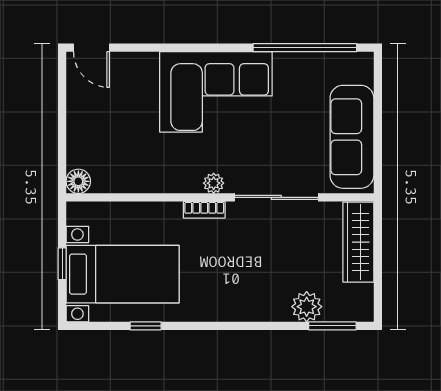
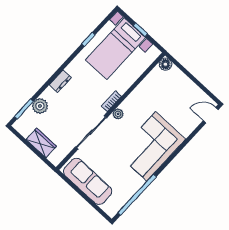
wardrobe: (358, 242) -> (41, 143), width x0.67
dresser: (244, 310) -> (60, 81), added

